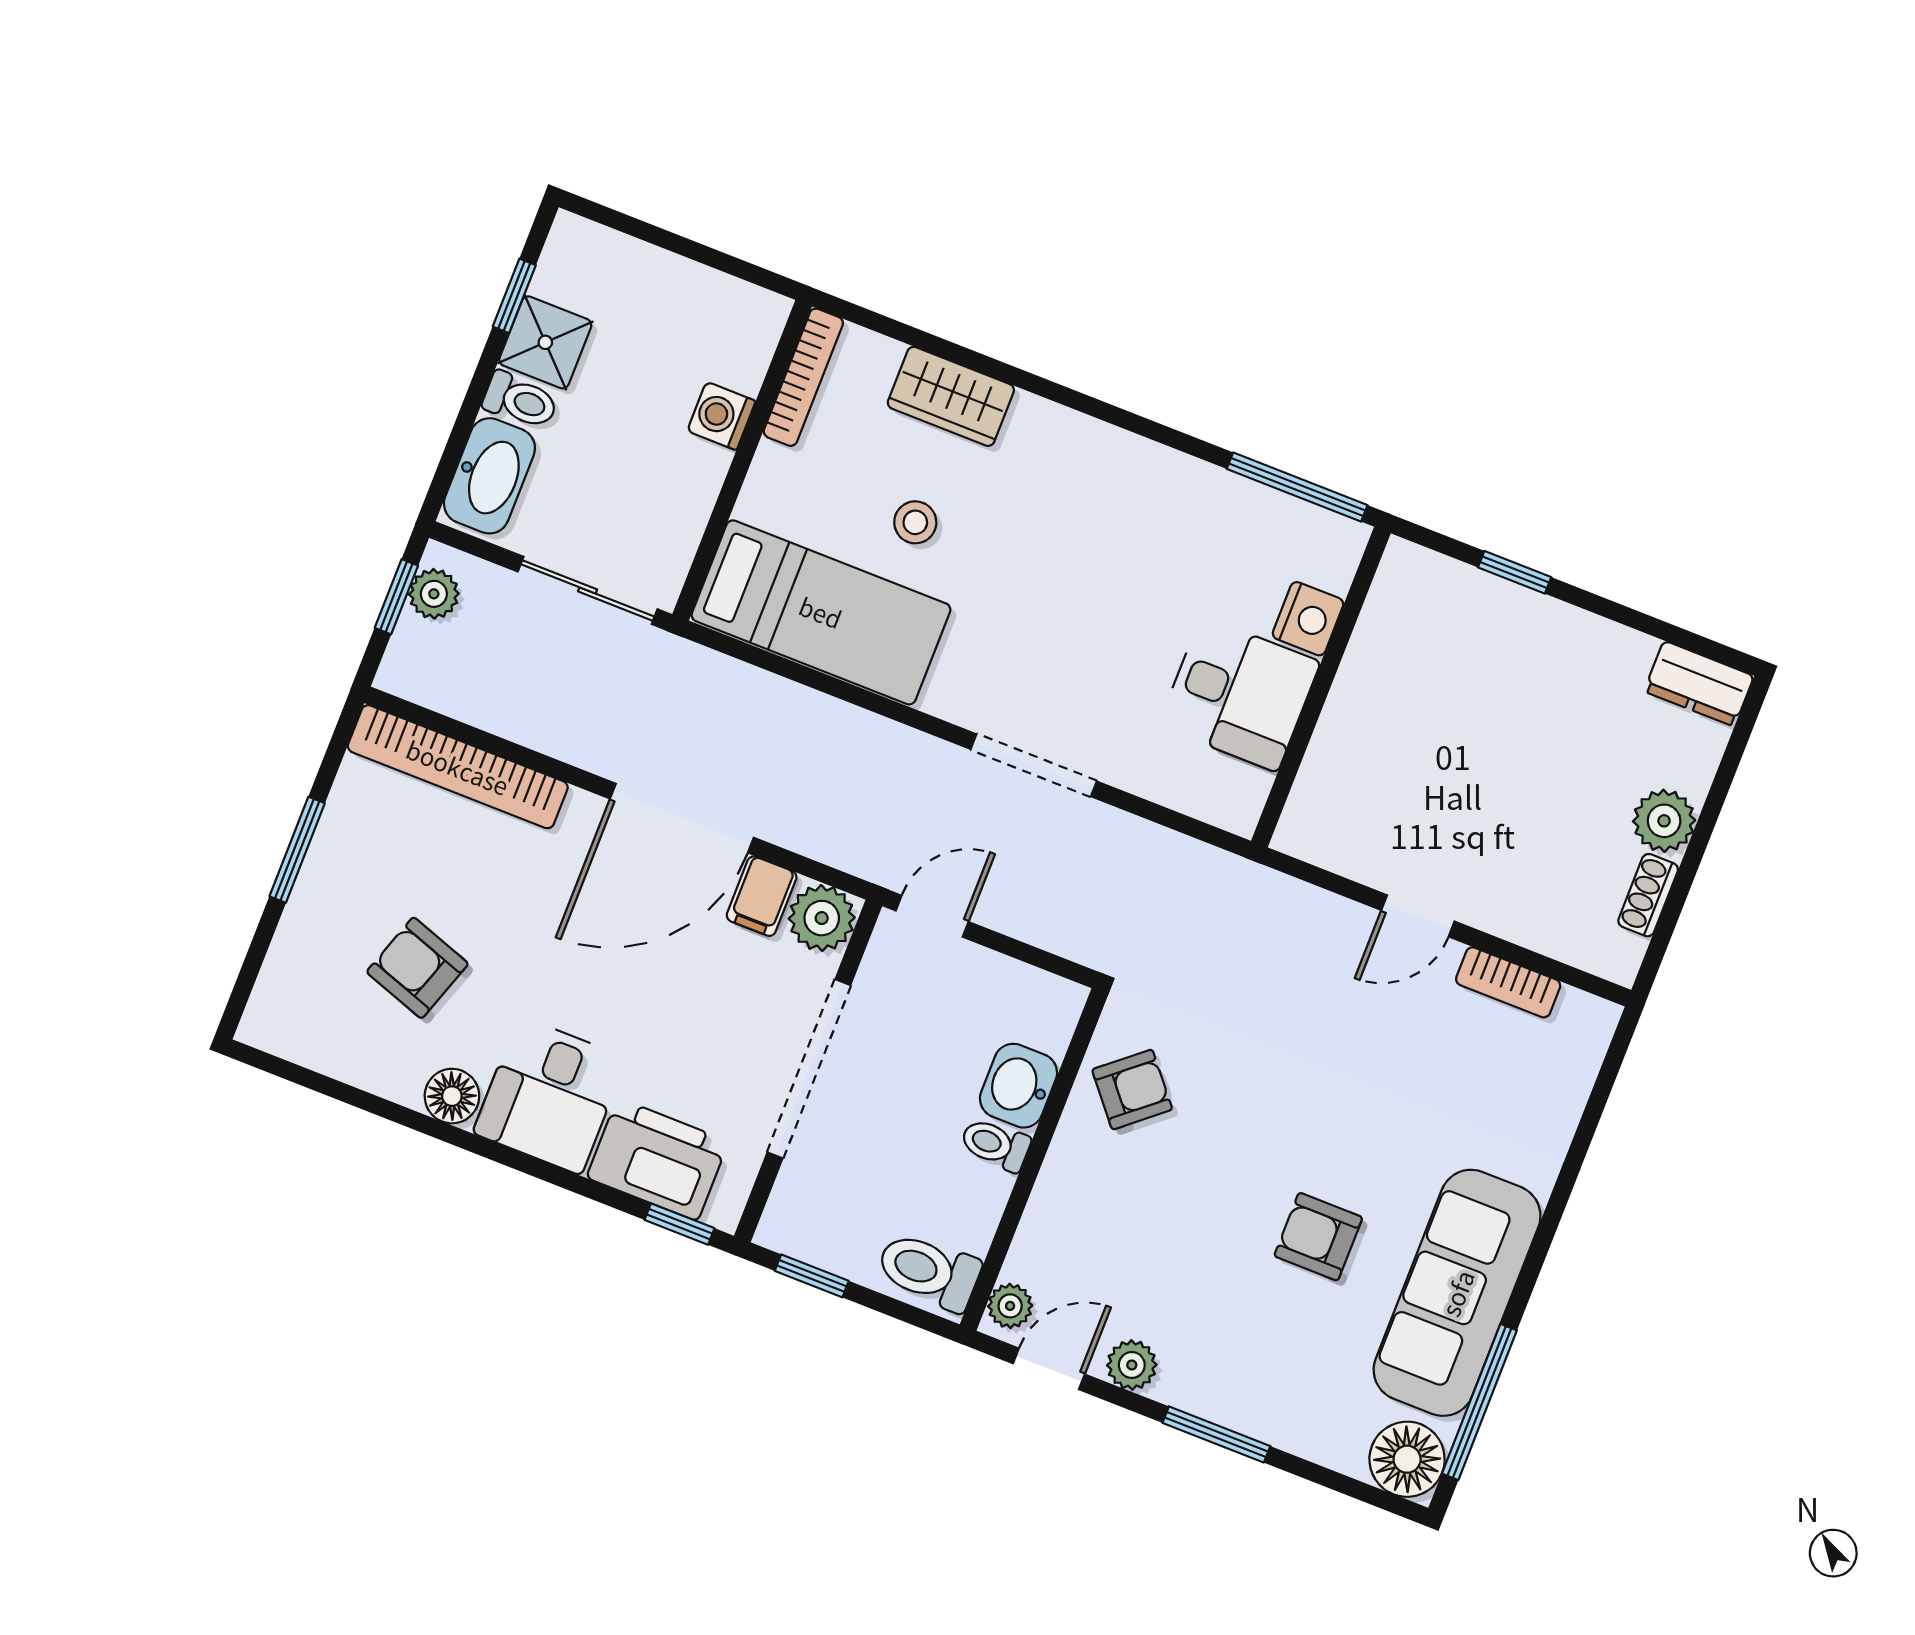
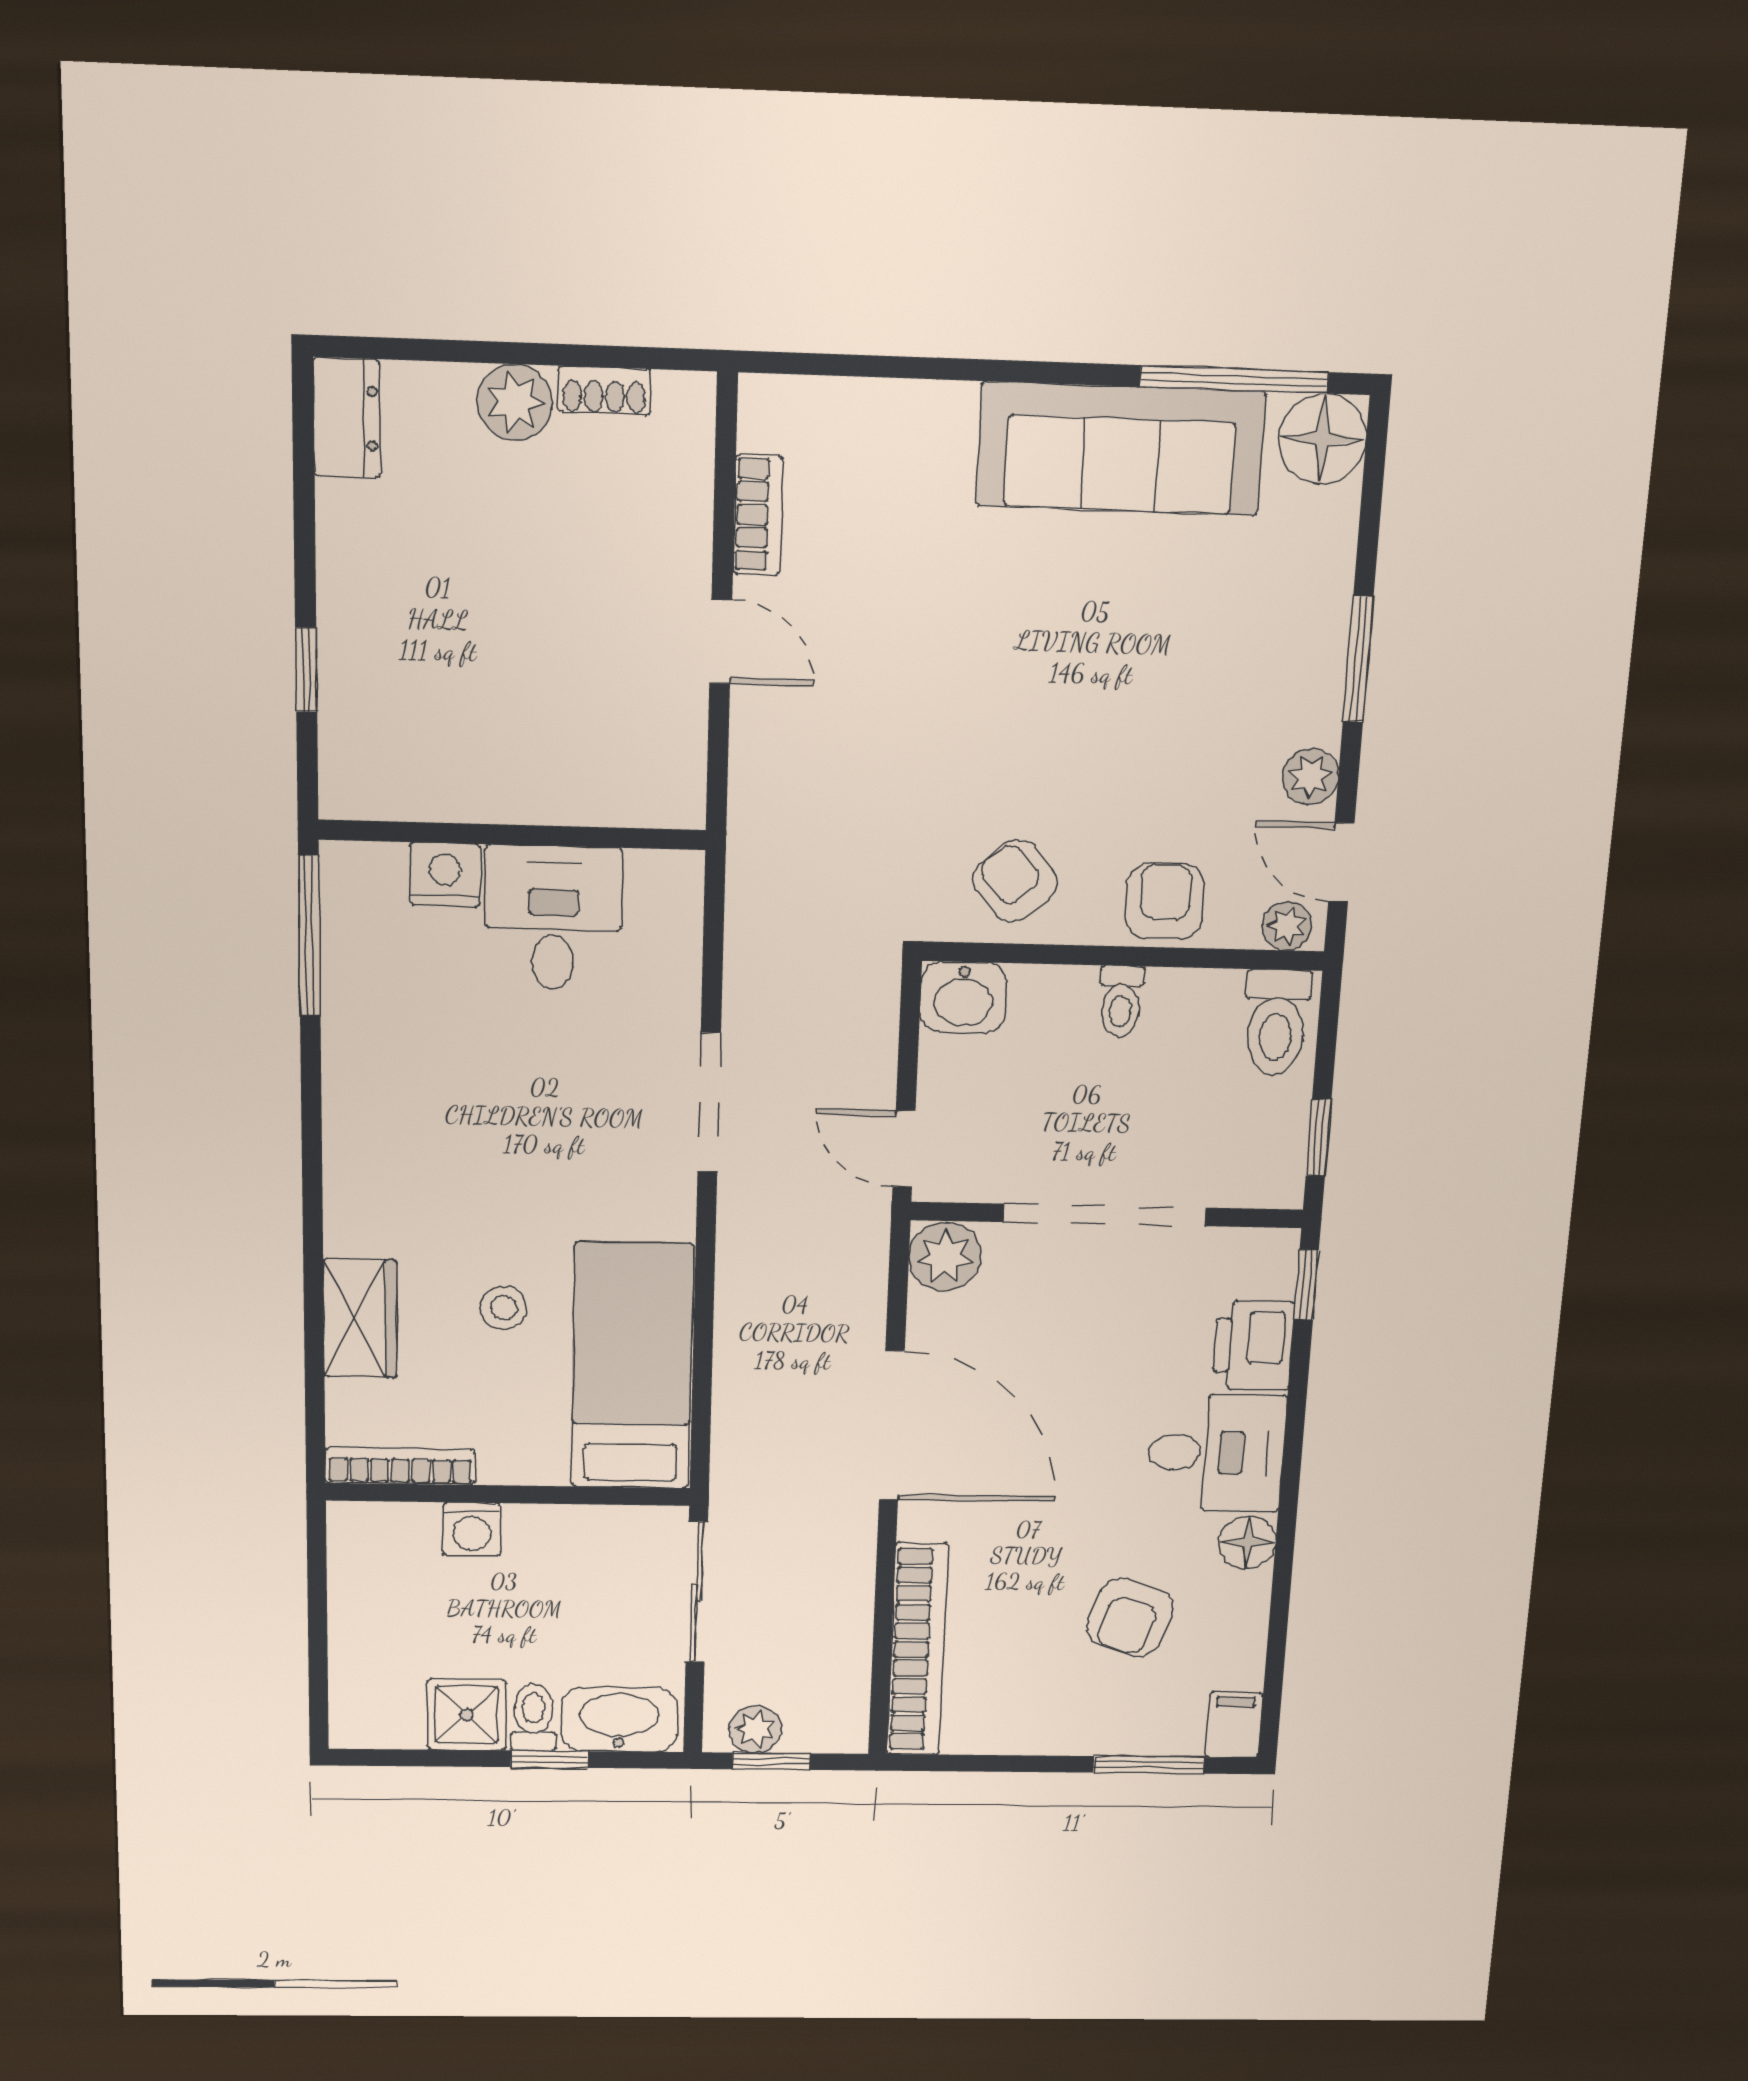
window: (514, 296) -> (549, 1759), moved
window: (297, 850) -> (1149, 1765), moved
filing cabinet: (762, 896) -> (1234, 1725), moved, turned -90
washbasin: (1019, 1086) -> (963, 997), moved
printer: (658, 1159) -> (1253, 1345), width x0.73, depth x0.84
armchair: (1318, 1237) -> (1165, 901), moved, turned 180

